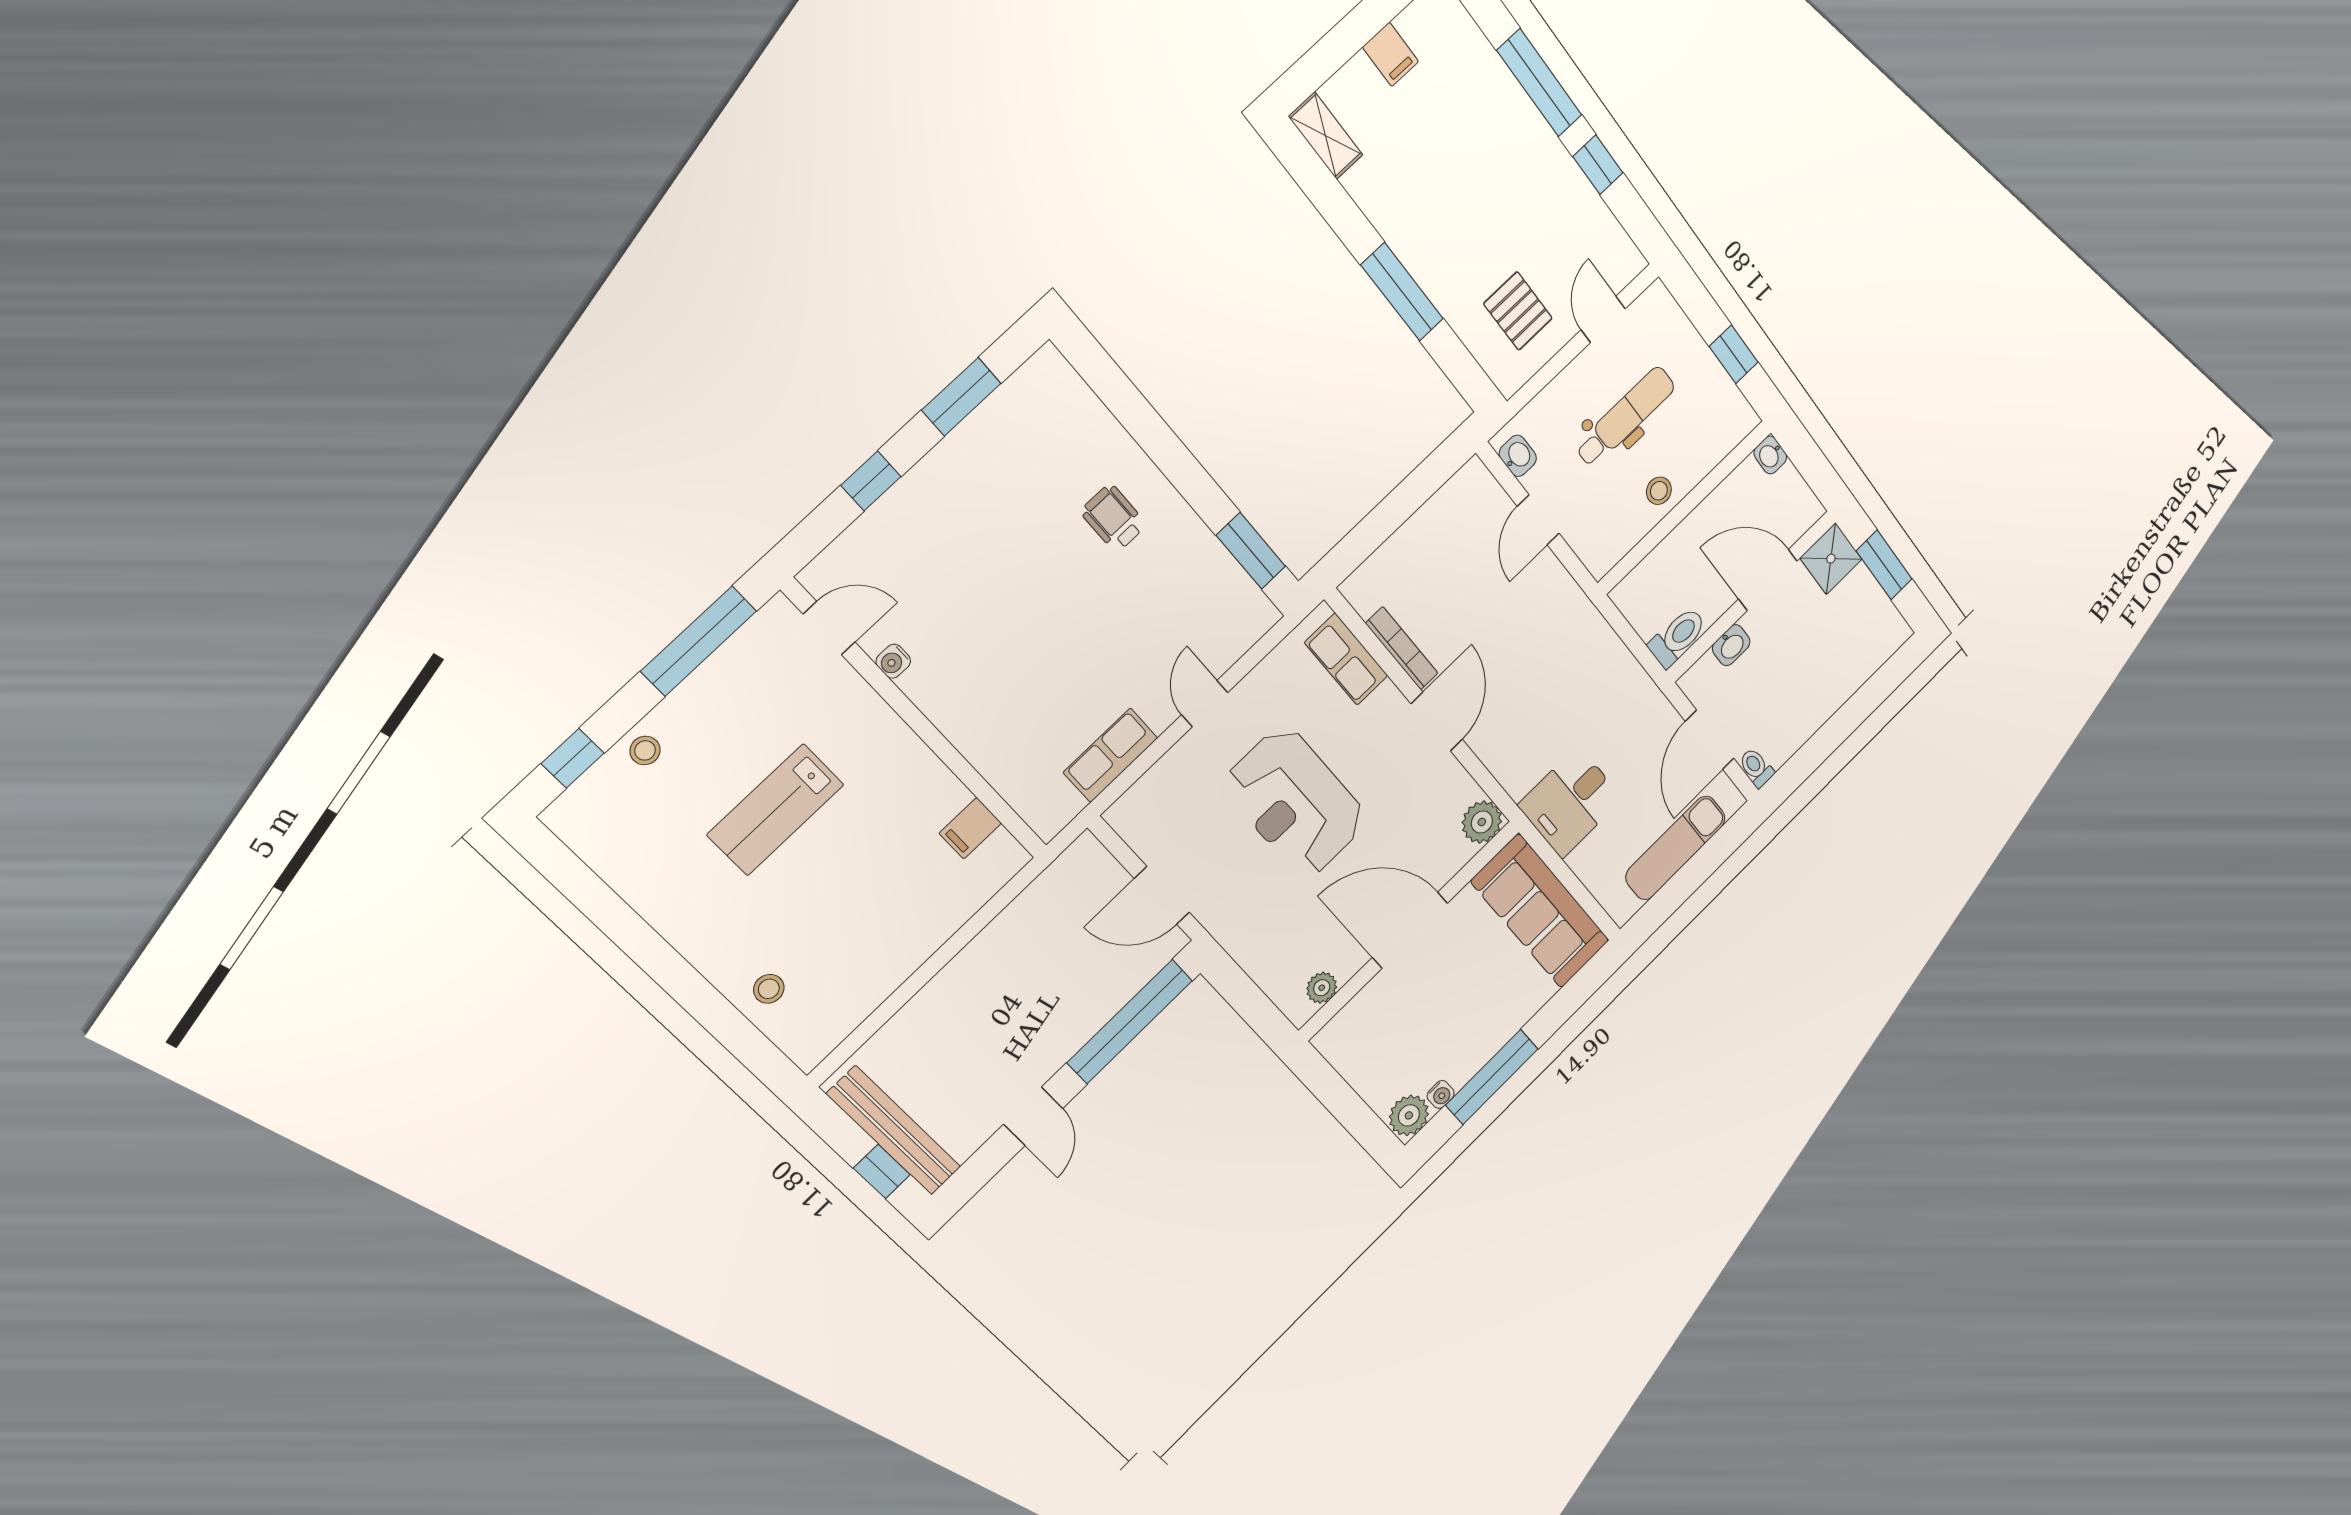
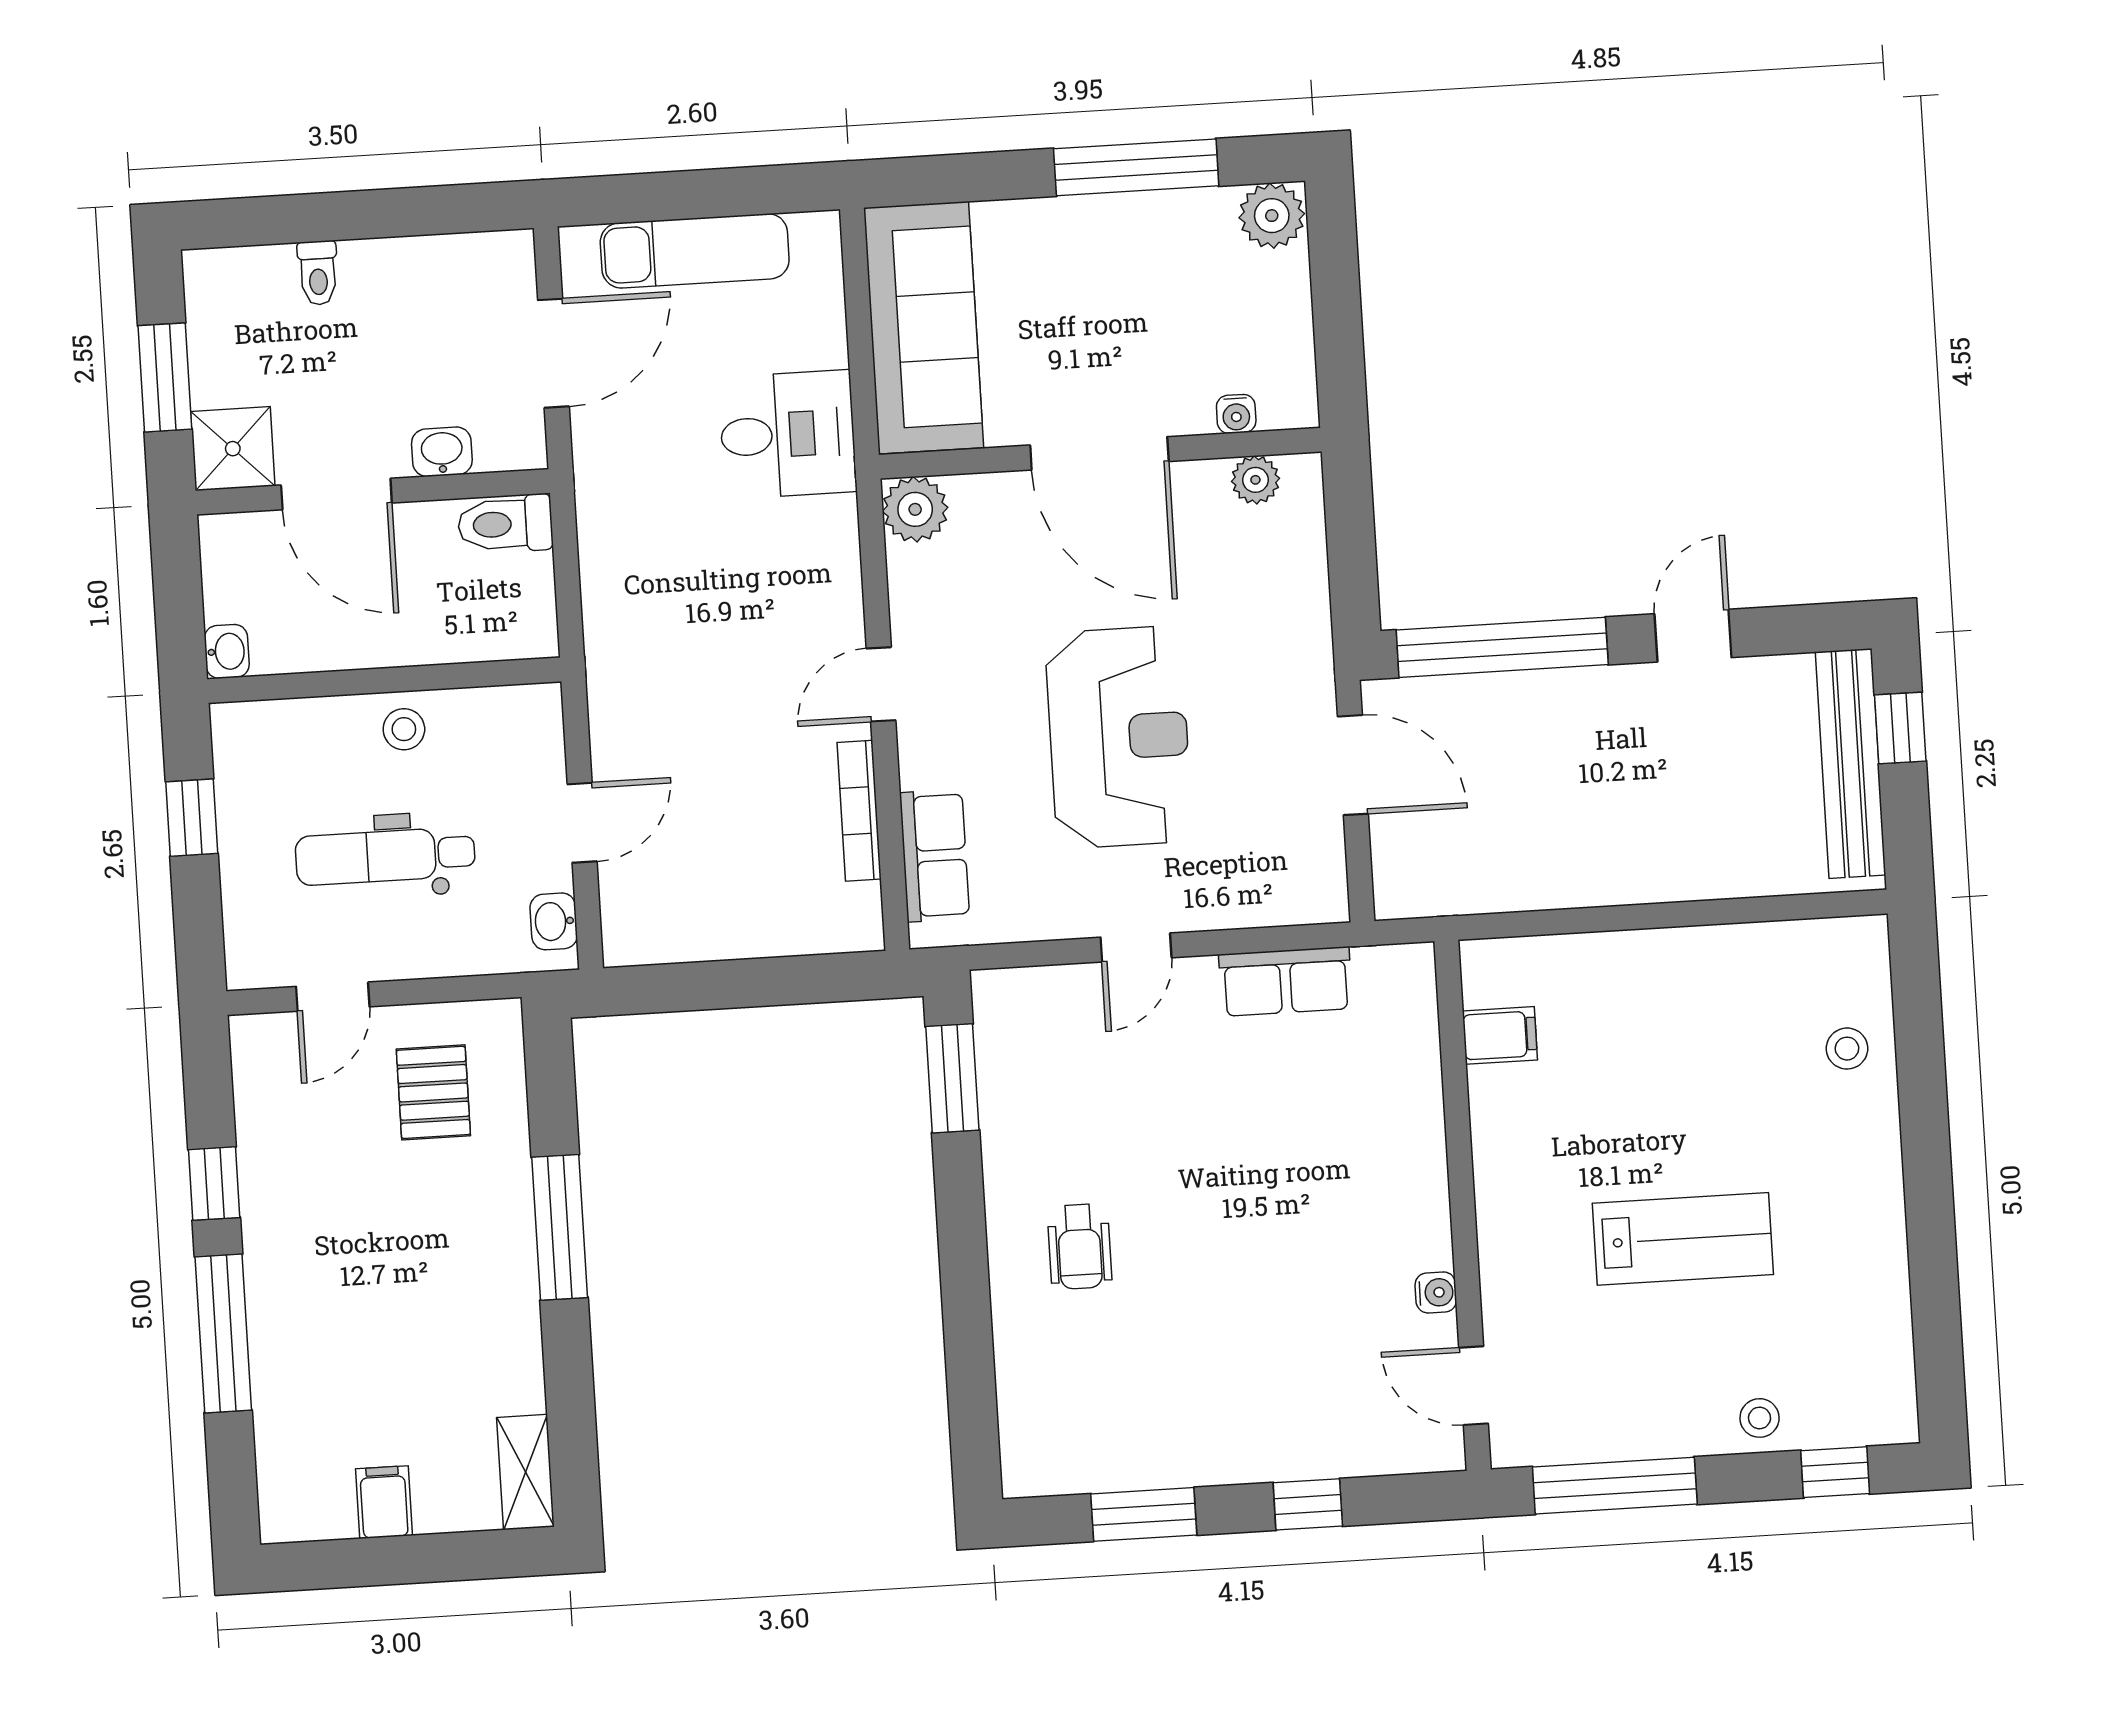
door: (1437, 722) -> (881, 684), width x0.73
toilet: (1756, 767) -> (318, 273), moved
water cooler: (1441, 1094) -> (1236, 414), moved, turned 180

